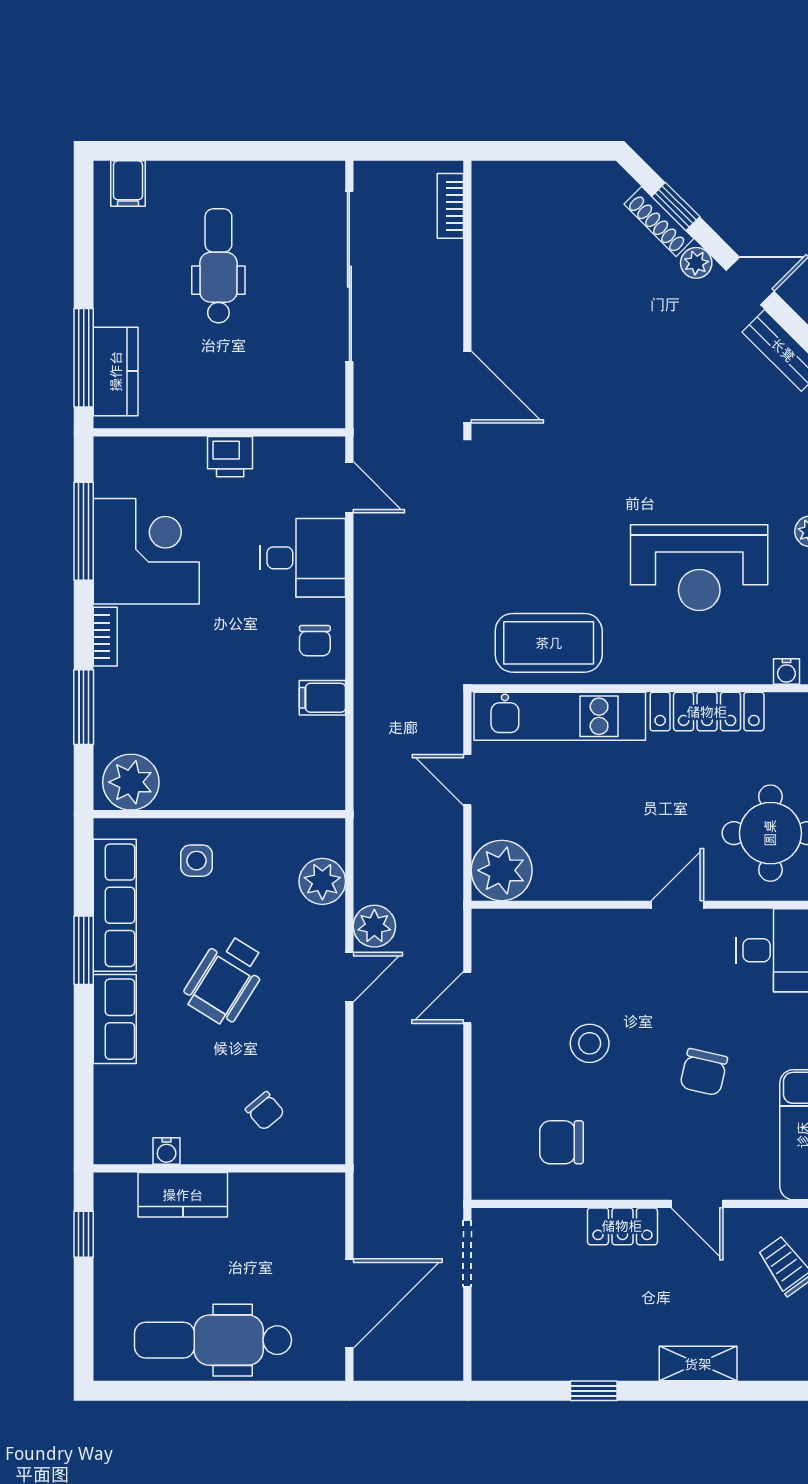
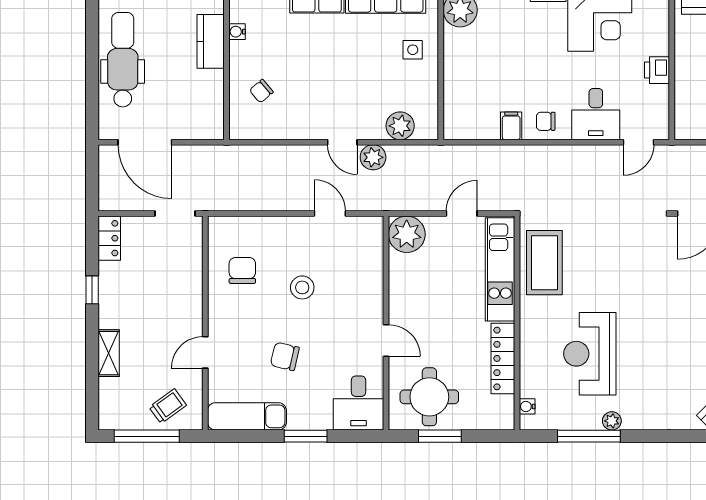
wheelchair: (225, 980) -> (341, 67), removed
locker: (622, 1226) -> (109, 238), moved, turned 180

